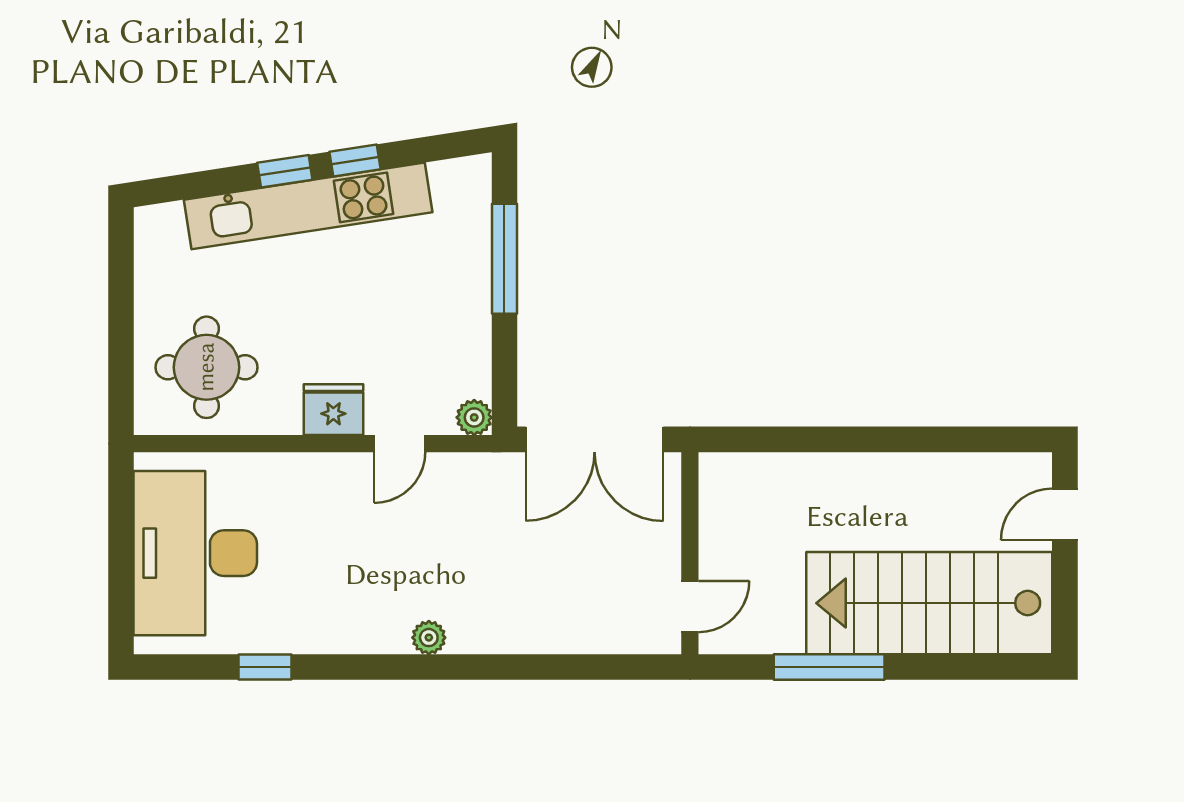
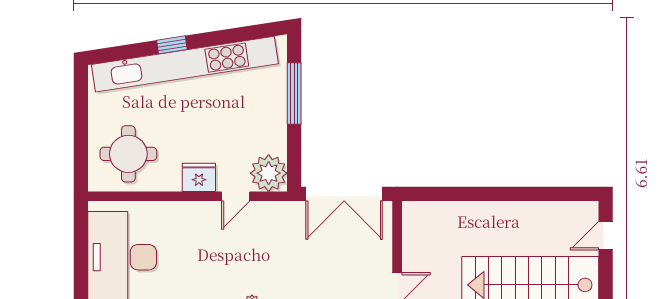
window: (355, 160) -> (211, 39), removed
kitchen unit: (308, 206) -> (185, 64), width x1.36
plant: (474, 417) -> (269, 173), width x1.87, depth x1.87

